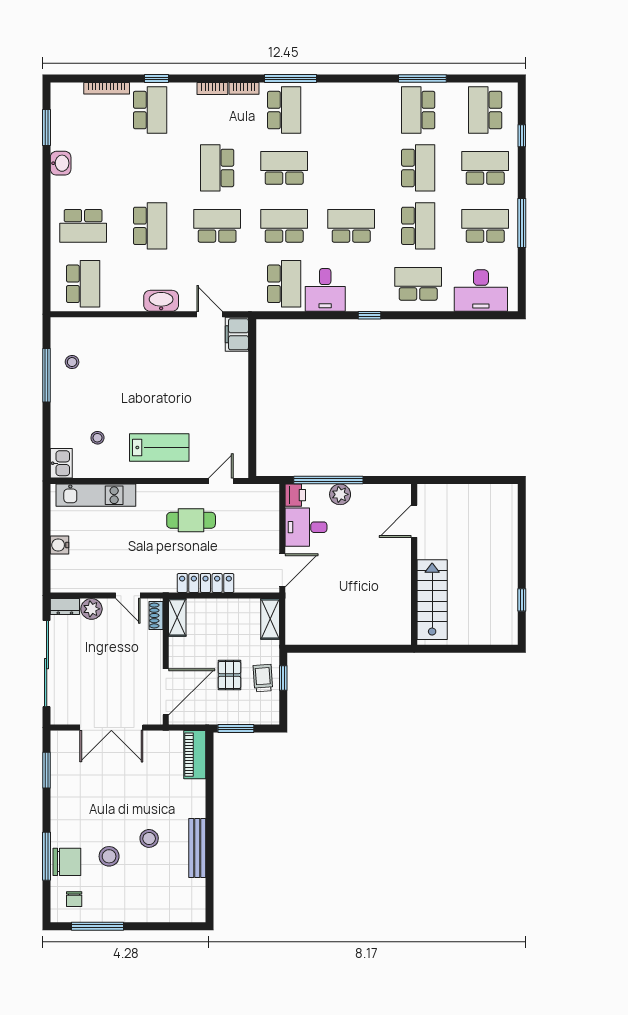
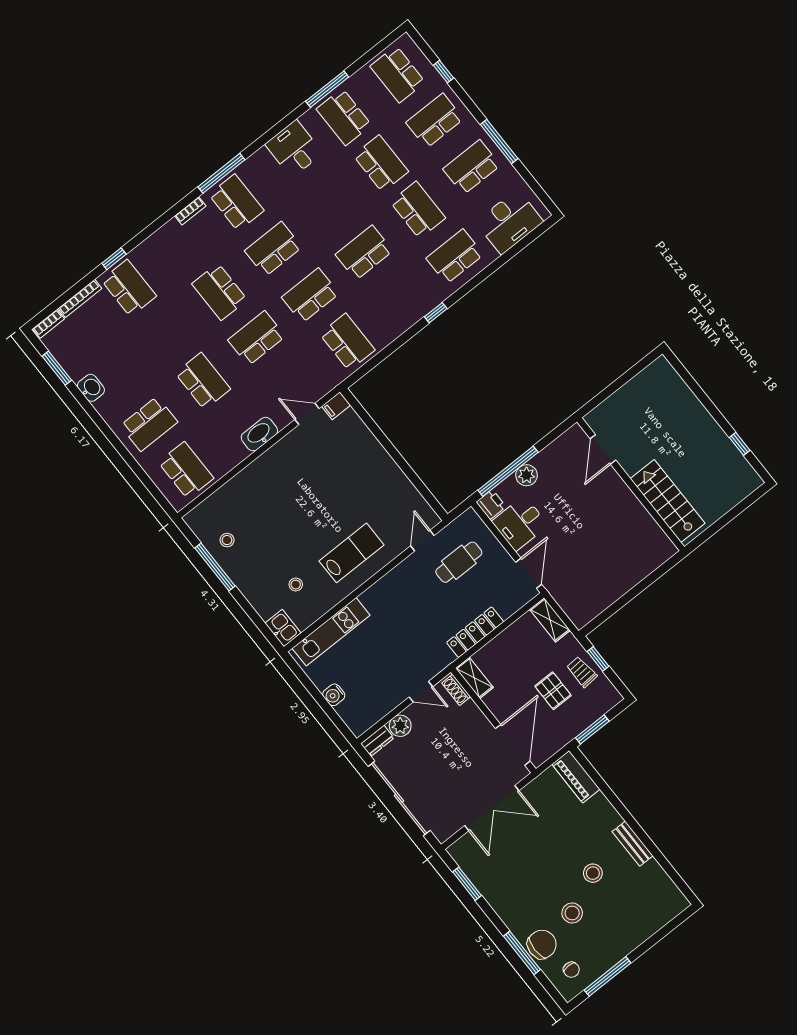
bookcase: (212, 89) -> (49, 324), moved
desk: (325, 290) -> (294, 149), moved, turned 180
filing cabinet: (237, 334) -> (336, 406), width x0.50
cafe table: (191, 520) -> (459, 562), moved
bench: (197, 848) -> (633, 844), width x0.73

